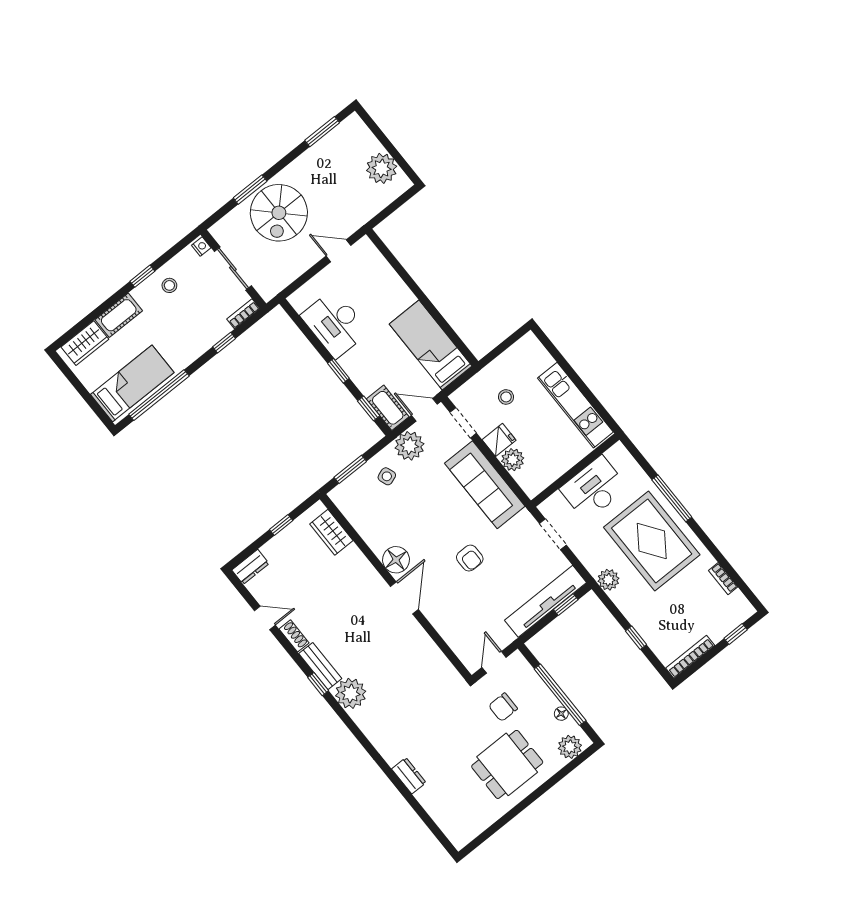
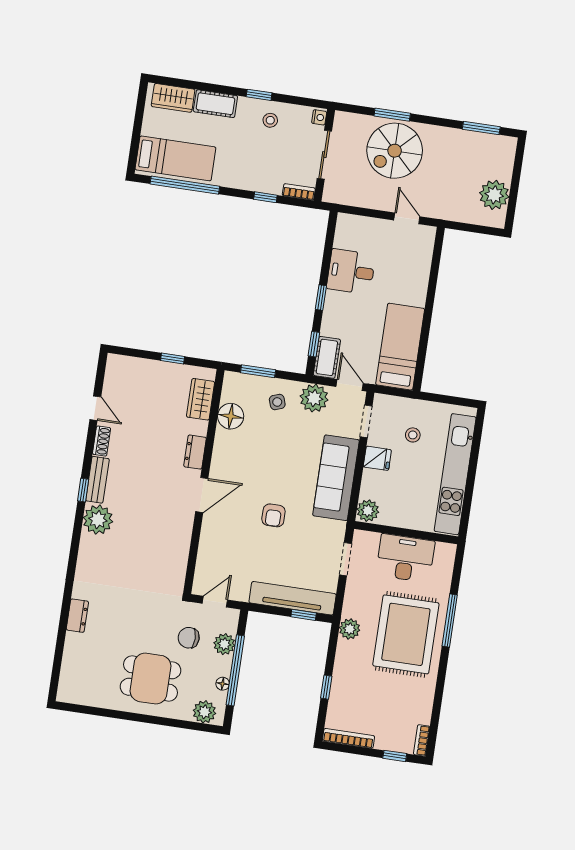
desk: (335, 324) -> (351, 272), width x0.73
kitchen unit: (575, 405) -> (455, 474), width x1.36
plant: (513, 460) -> (368, 511), moved
floor lamp: (396, 560) -> (231, 416), moved
dresser: (250, 567) -> (195, 452), moved, turned 90
bookcase: (723, 579) -> (422, 740), moved
plant: (533, 685) -> (224, 644), added

